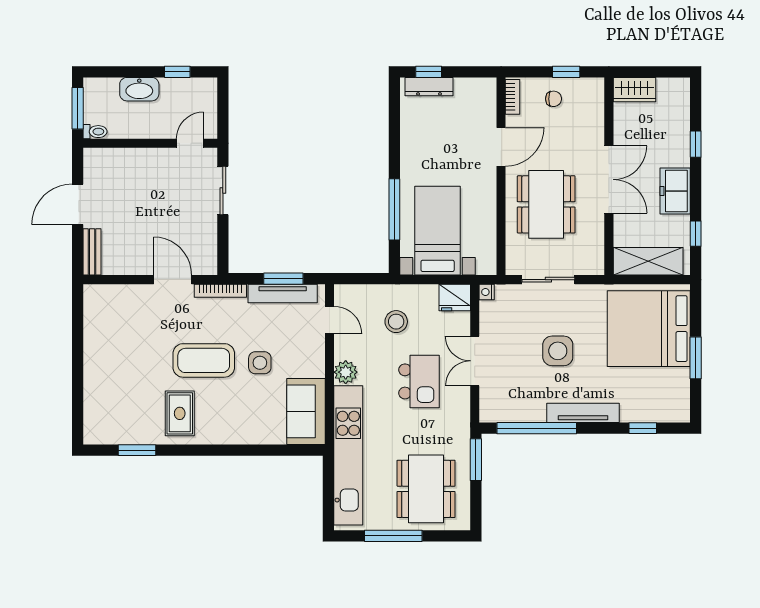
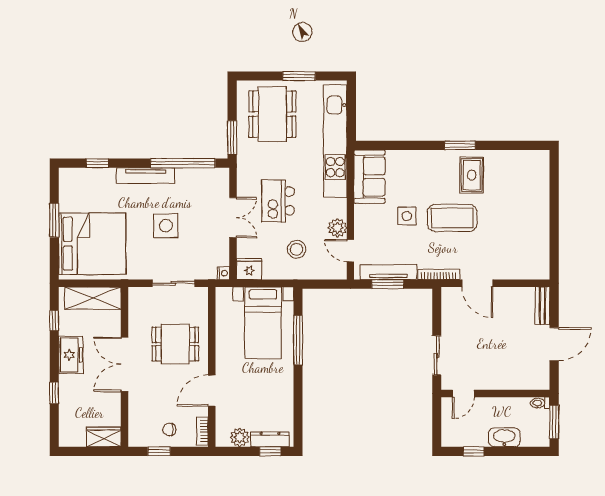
plant: (466, 89) -> (240, 437), added
dining table: (546, 204) -> (175, 344), width x0.73
plant: (346, 372) -> (337, 228), moved
window: (137, 450) -> (460, 145), moved
window: (393, 536) -> (299, 76), width x0.69

